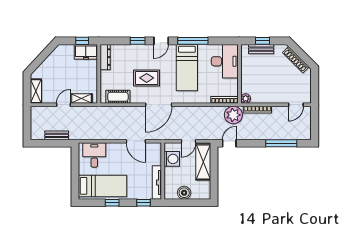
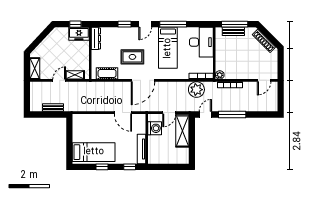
window: (263, 41) -> (235, 24), width x2.17
plant: (233, 115) -> (196, 90), moved
window: (281, 143) -> (232, 115), moved
desk: (94, 155) -> (86, 125), removed
boiler: (184, 193) -> (165, 158), removed

